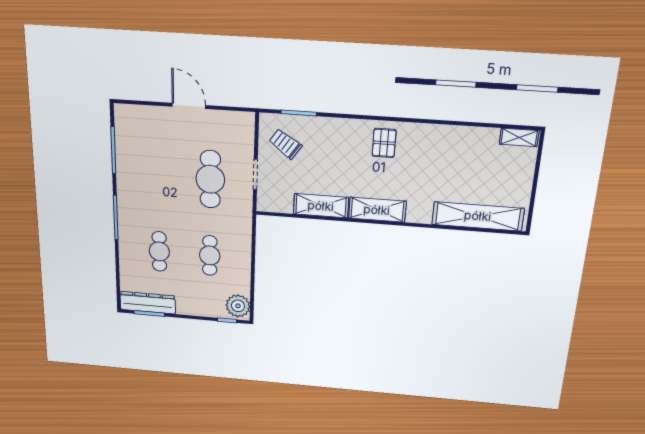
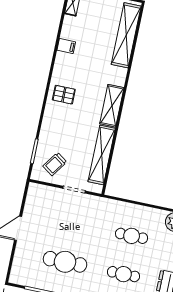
filing cabinet: (454, 137) -> (66, 46), added
cafe table: (210, 179) -> (65, 262), moved
shelving: (321, 206) -> (102, 155), width x1.47

